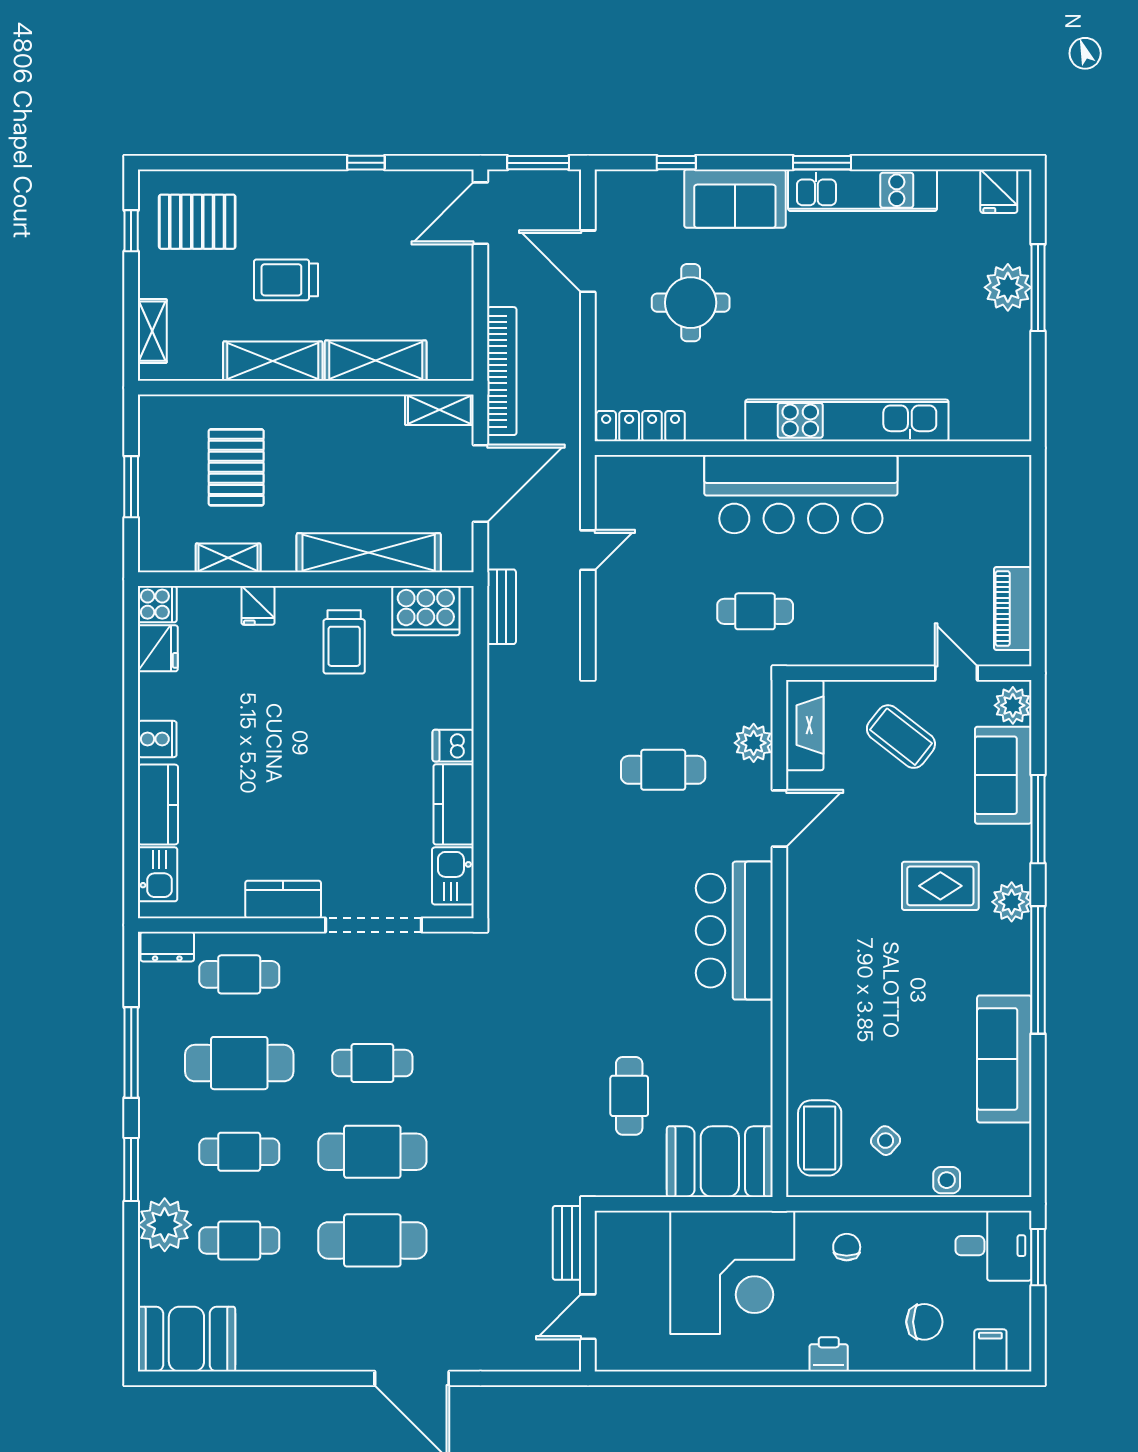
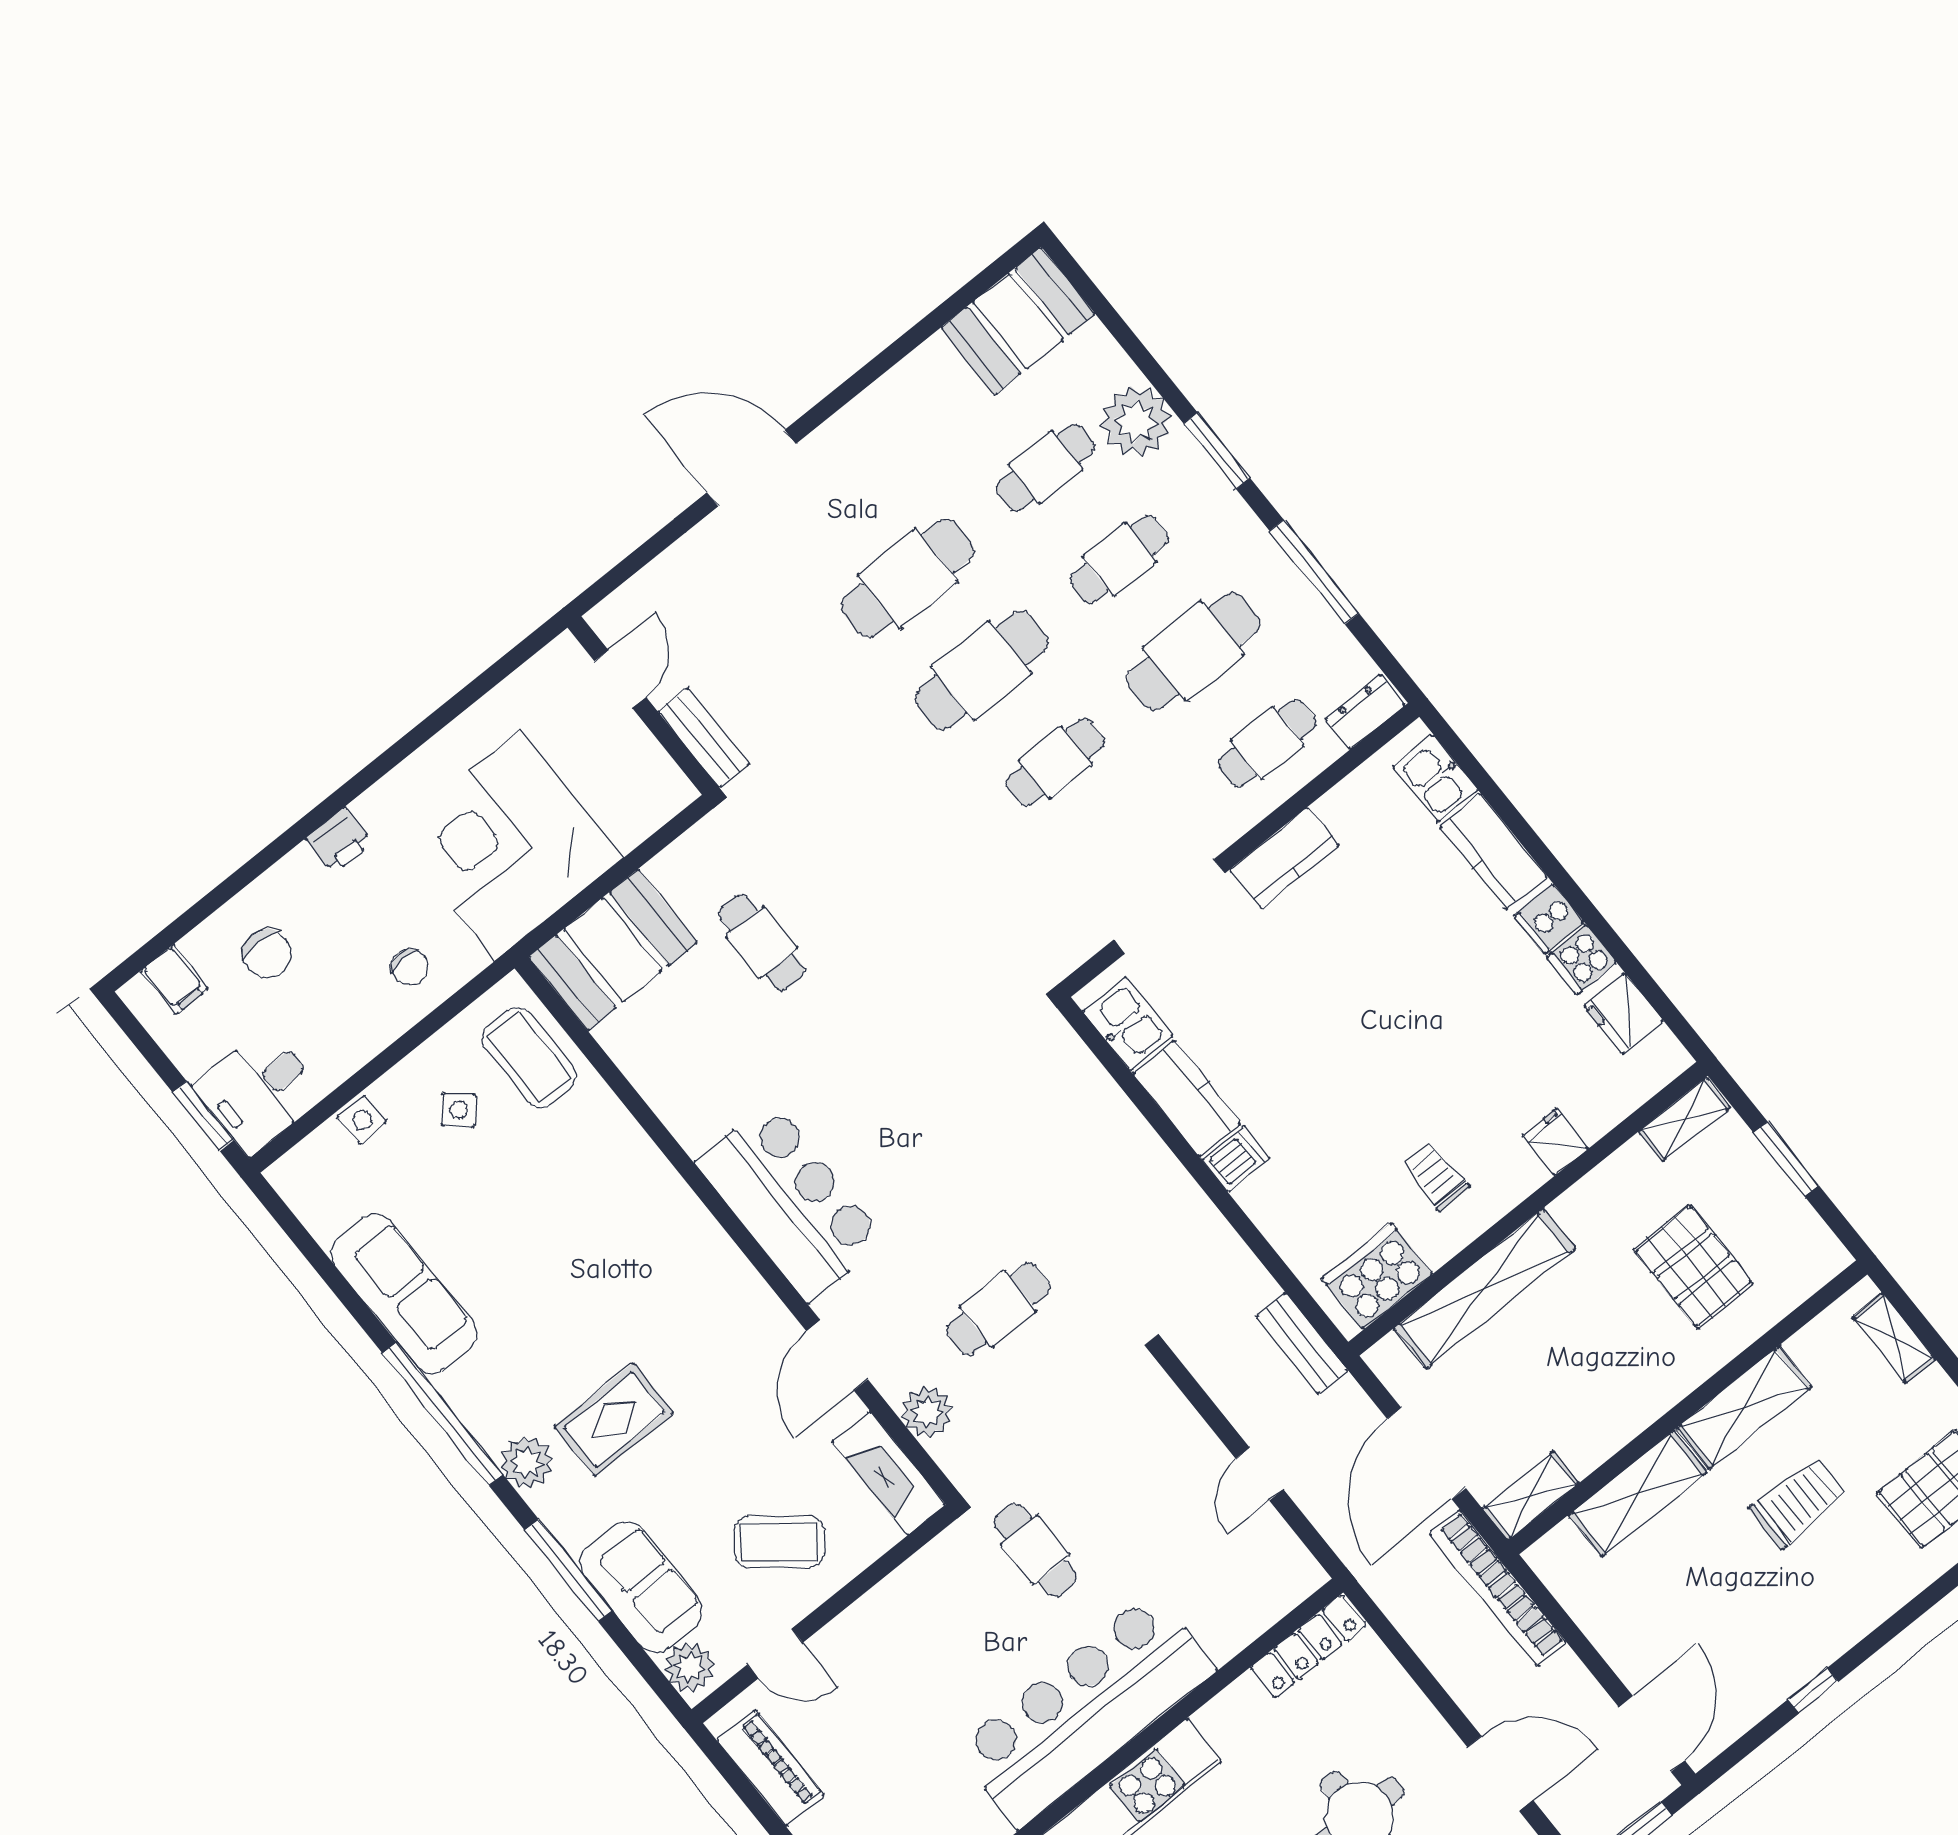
shelving: (228, 558) -> (1684, 1120), moved
cooker: (157, 604) -> (1581, 960), moved
cafe table: (755, 611) -> (1035, 1550), turned 90
trolley: (344, 642) -> (1436, 1176), width x0.73, depth x0.72
chair: (924, 1322) -> (267, 954), turned -90

